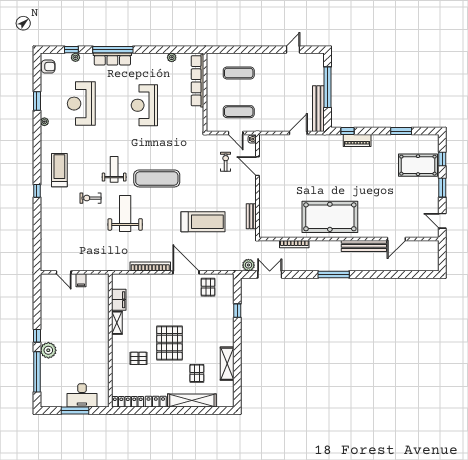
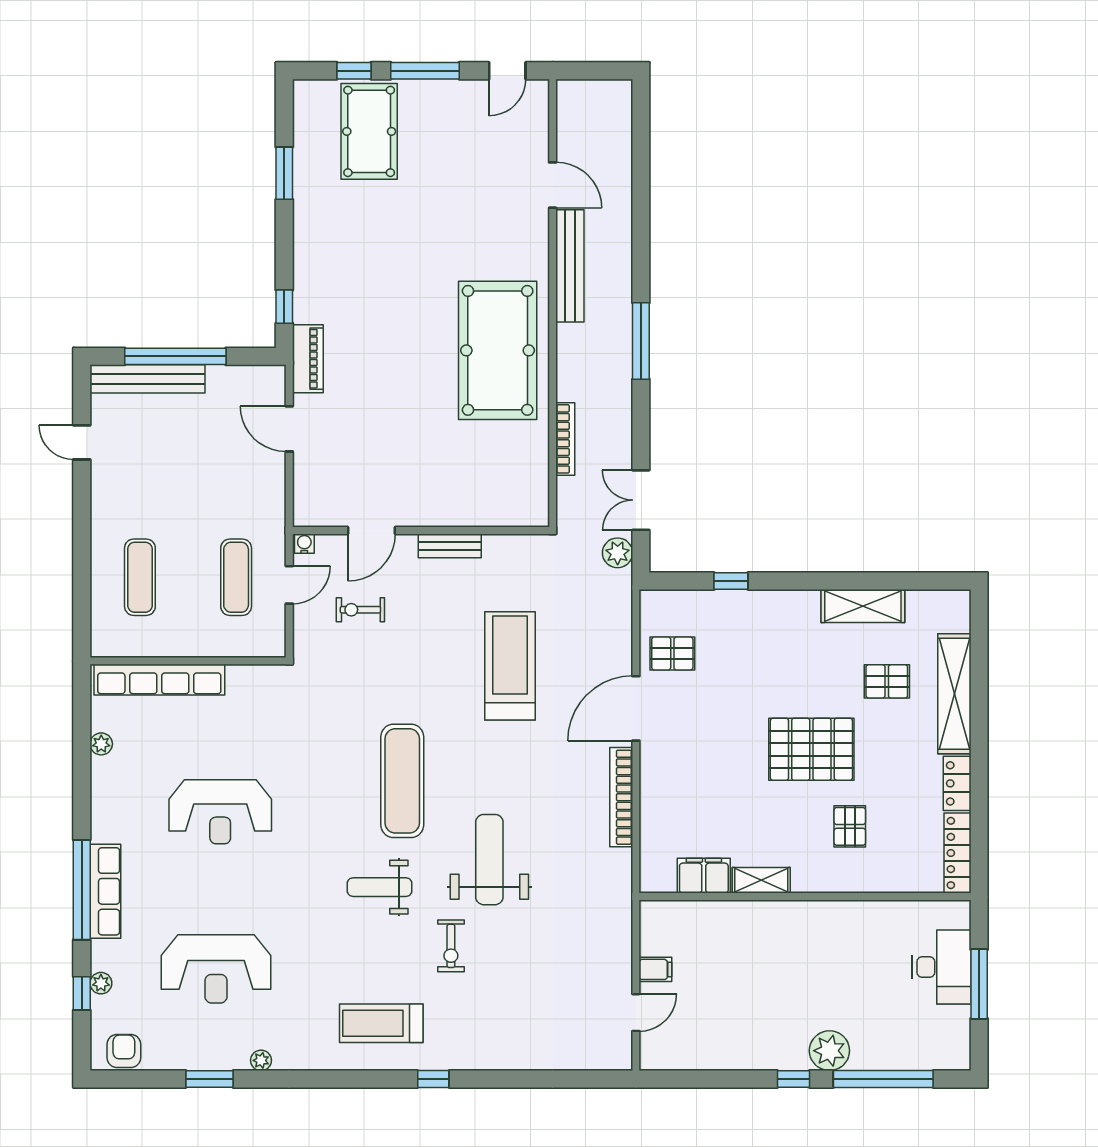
bench: (318, 109) -> (148, 379), moved
piano: (357, 140) -> (308, 359), moved
window: (442, 188) -> (425, 71), width x1.44
weight bench: (125, 214) -> (489, 860), turned 90
bench: (251, 216) -> (450, 546), moved

